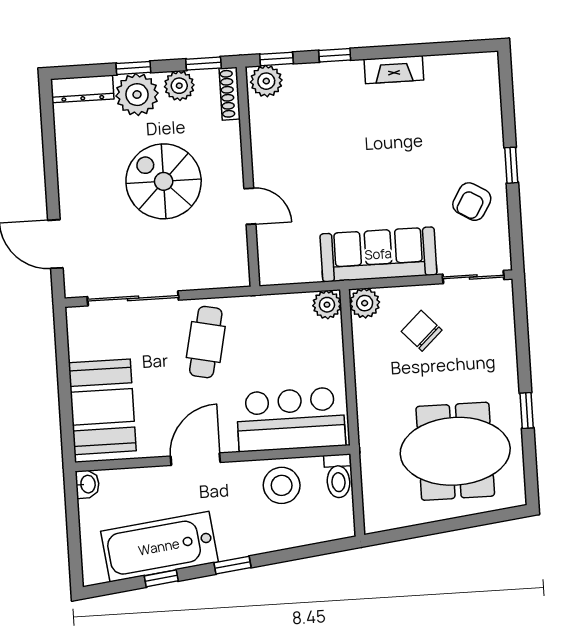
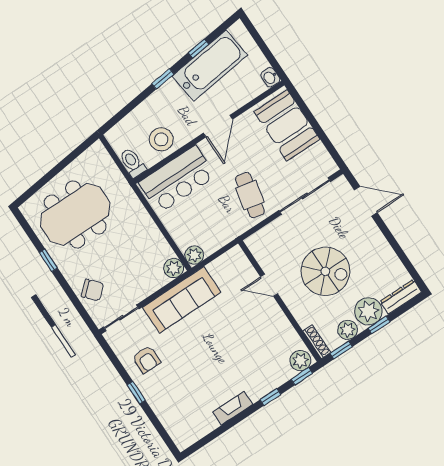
armchair: (472, 202) -> (146, 360), turned 149
chair: (422, 331) -> (92, 290), moved

